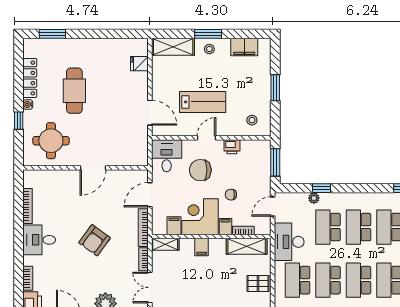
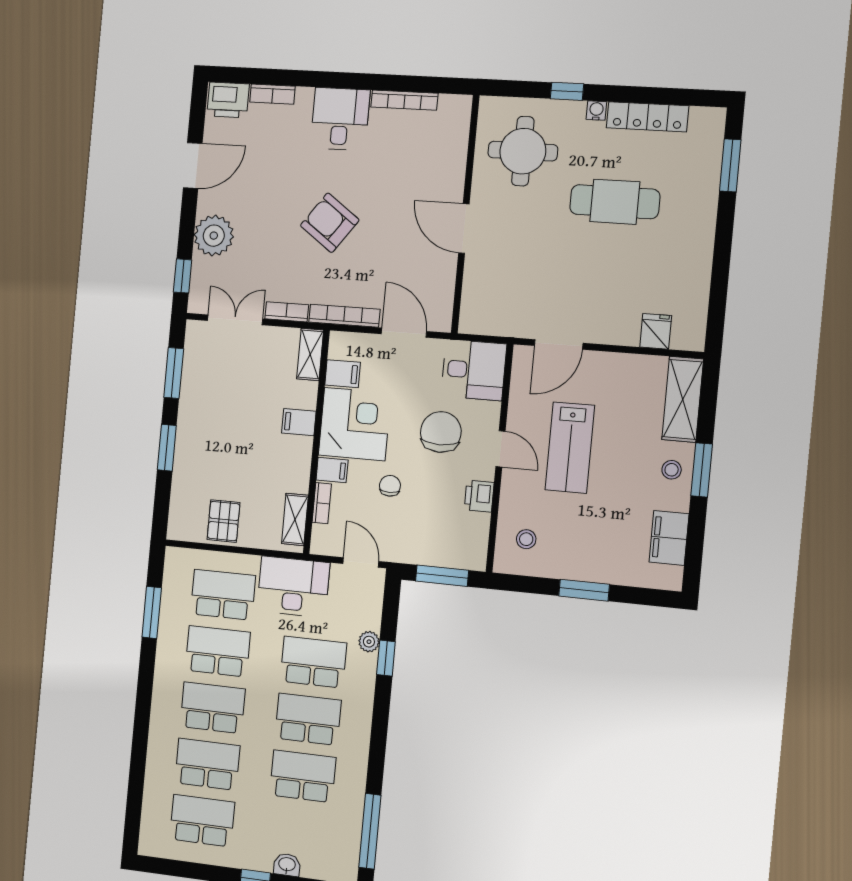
shelving: (247, 246) -> (295, 519), width x0.67, depth x0.75

